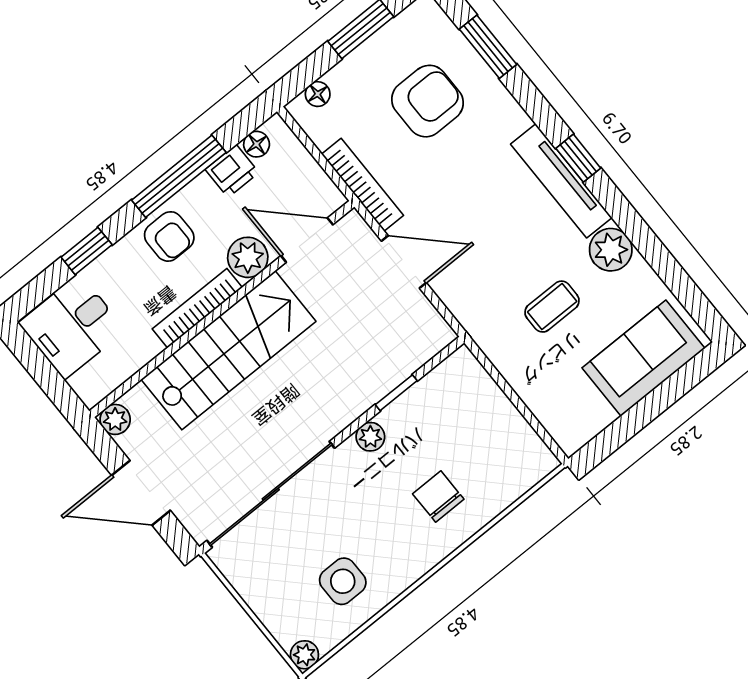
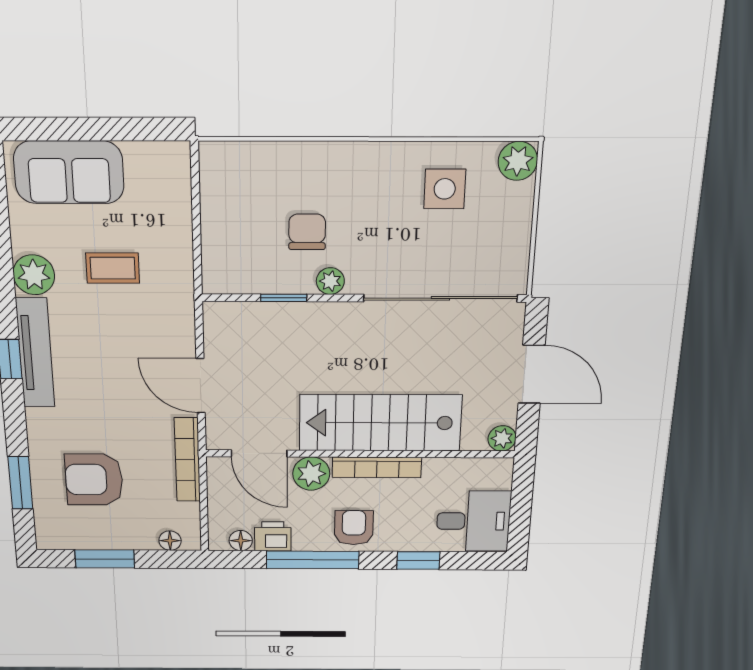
chair: (438, 496) -> (307, 232), moved, turned 180
plant: (304, 655) -> (518, 161), width x1.38, depth x1.38

